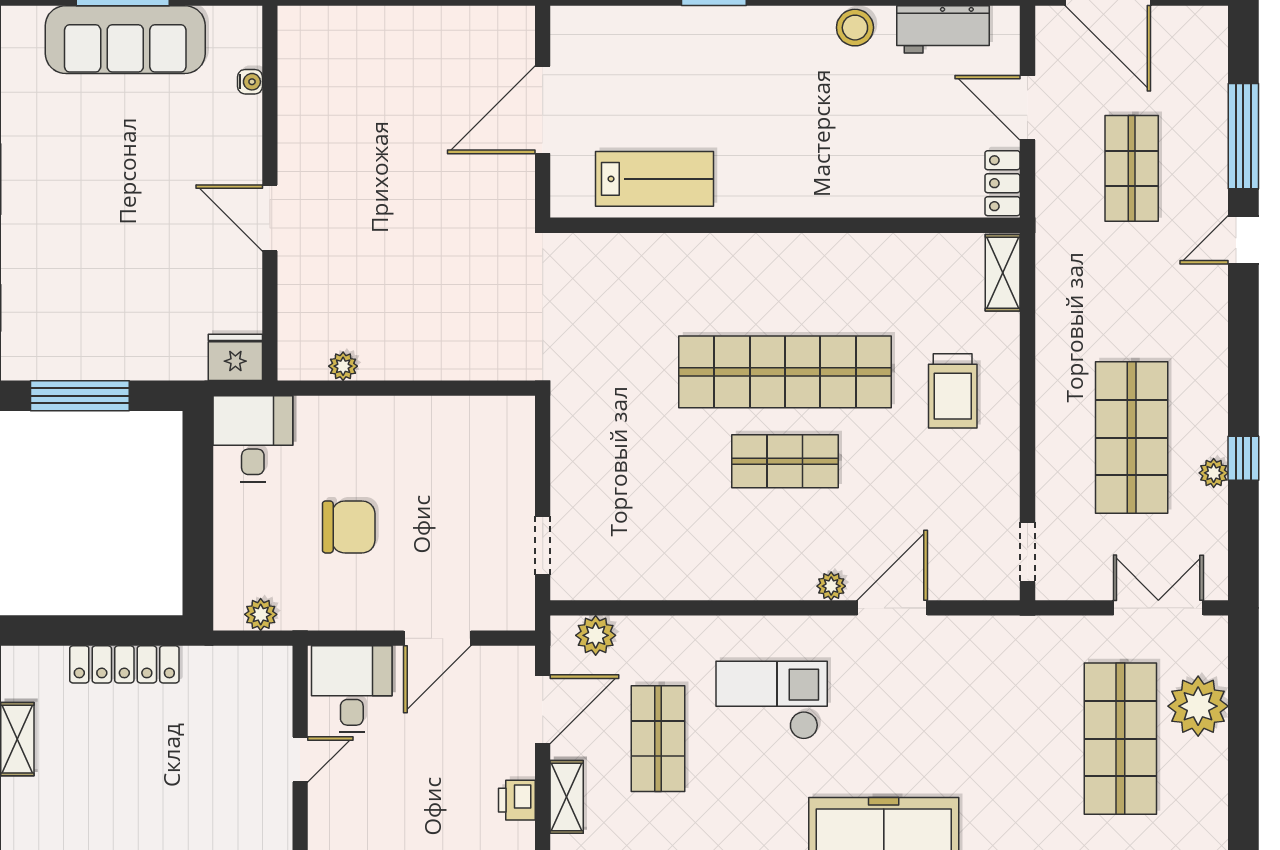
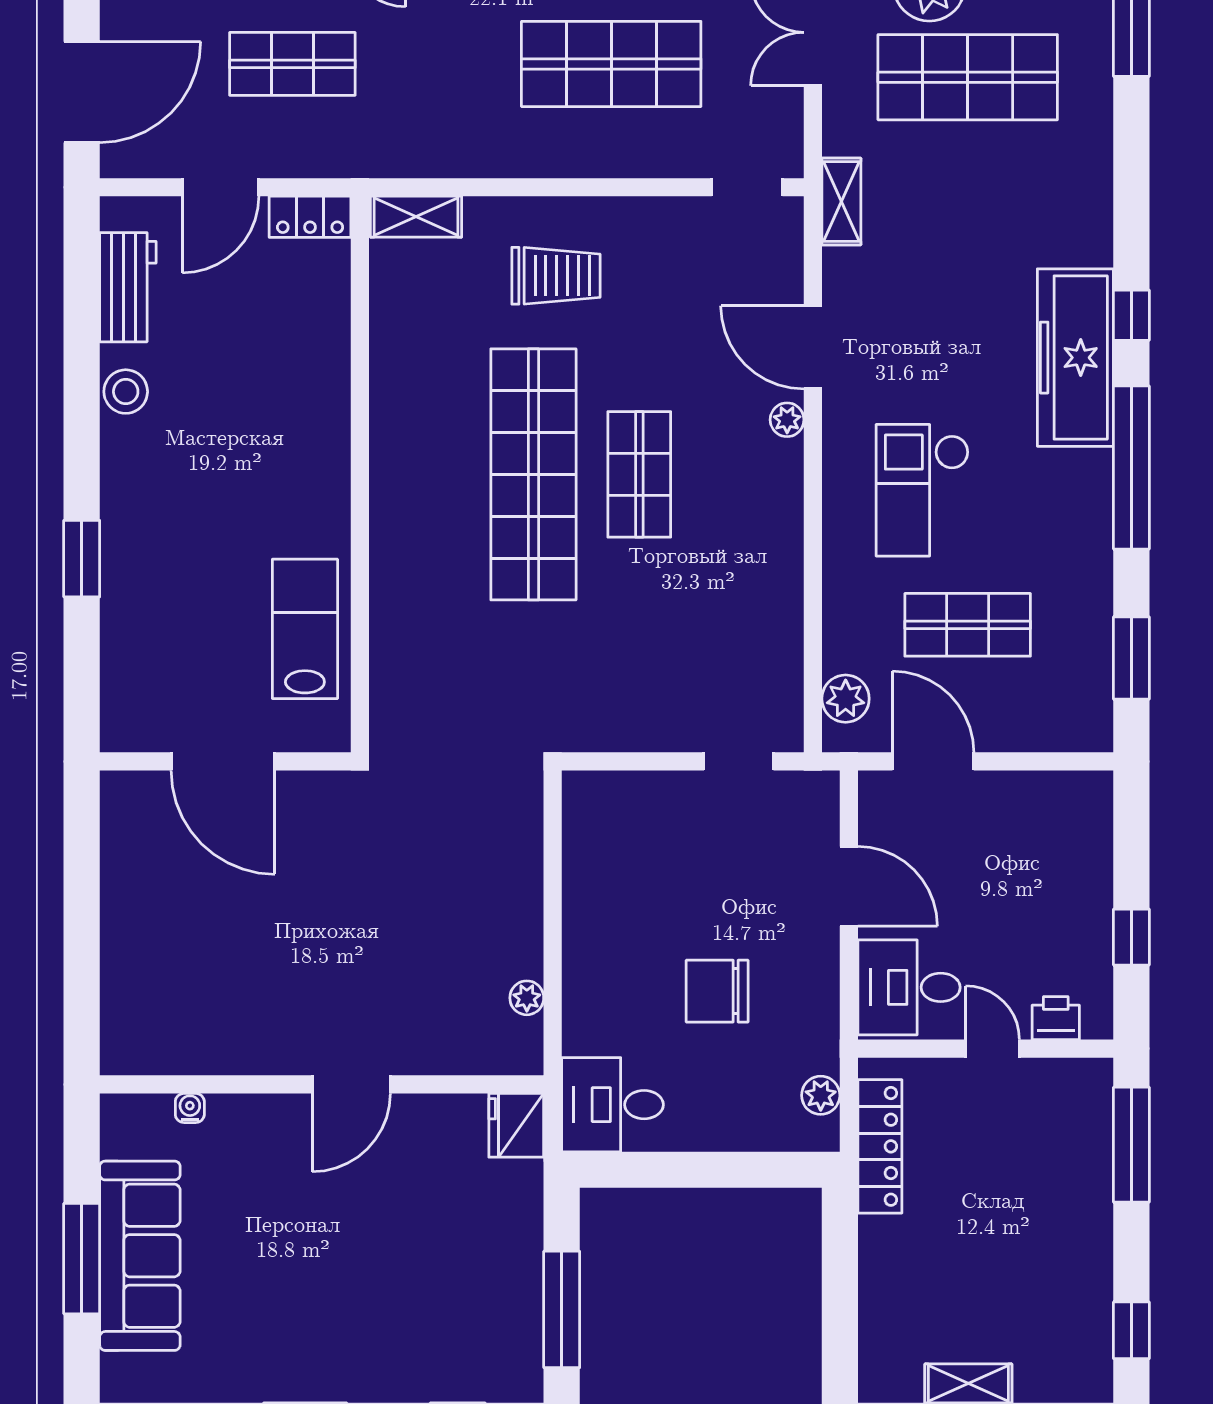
chair: (349, 527) -> (717, 991), turned -90
locker: (124, 664) -> (880, 1146), moved
shelving: (567, 797) -> (841, 201), moved, turned 90
printer: (517, 800) -> (1056, 1018), moved, turned 180

